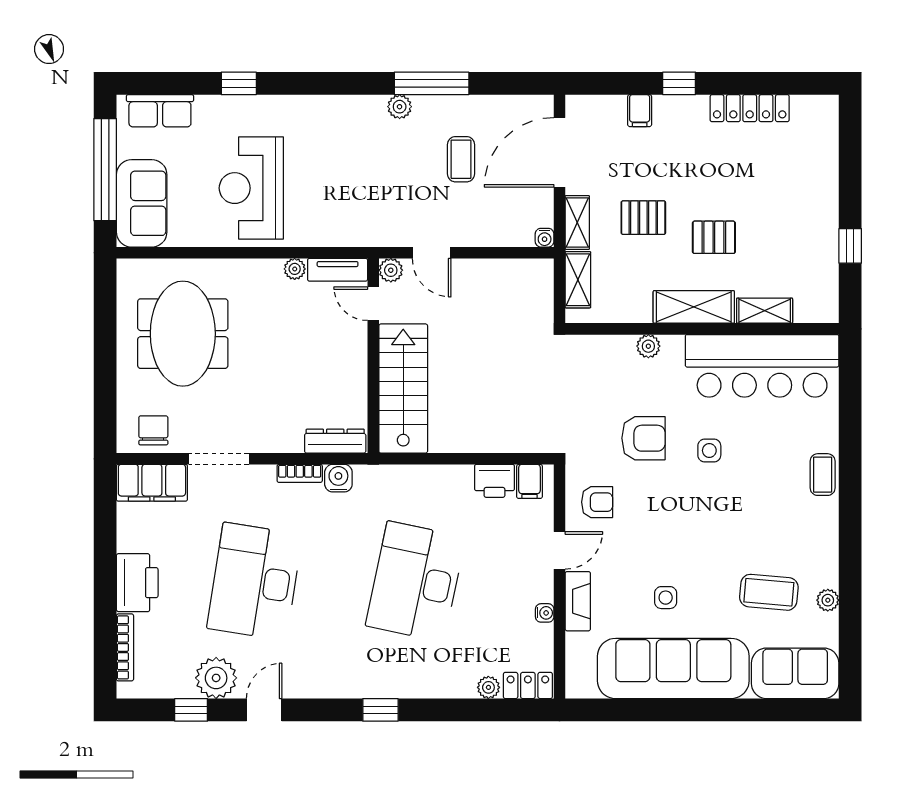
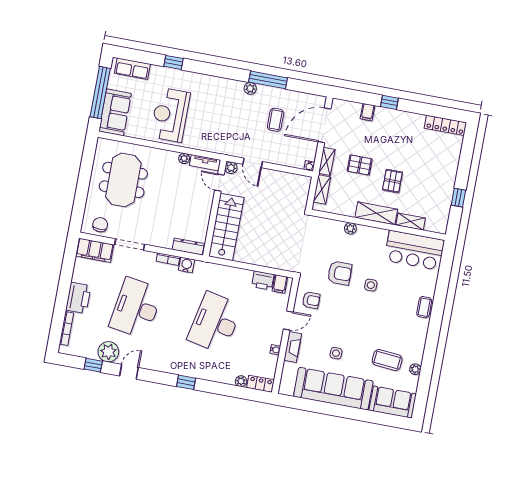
locker: (750, 108) -> (445, 125), moved
pallet: (714, 237) -> (392, 181), turned 90
bar counter: (762, 366) -> (414, 250), width x0.73

